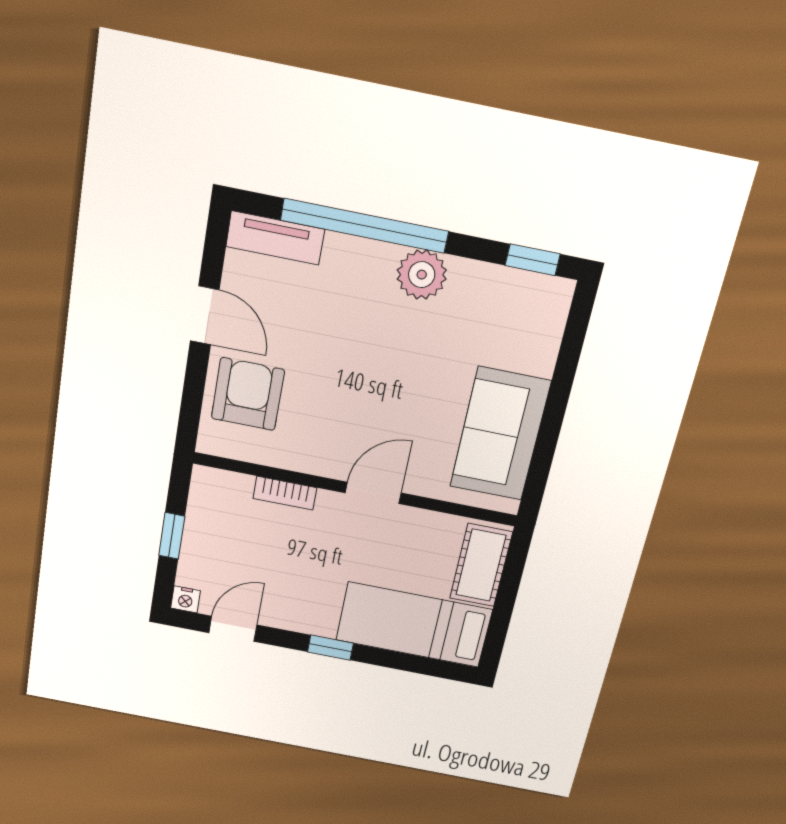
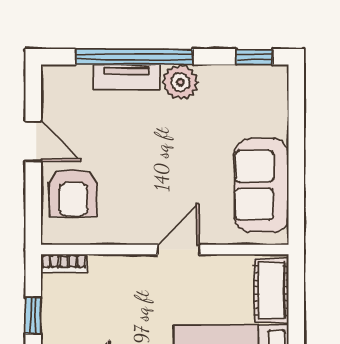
tv unit: (275, 238) -> (127, 77), moved
armchair: (248, 394) -> (73, 193), turned 180
bookcase: (285, 493) -> (64, 263), moved

